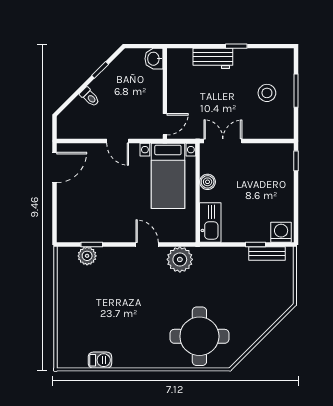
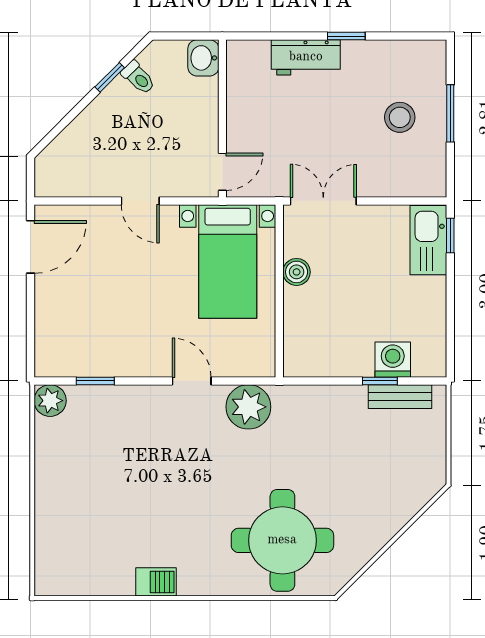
toilet: (90, 97) -> (138, 78), moved
kitchen sink: (210, 223) -> (428, 240), moved, turned 180
washing machine: (281, 232) -> (393, 360), moved
plant: (87, 256) -> (50, 401), moved
barbecue: (100, 360) -> (156, 582), moved

